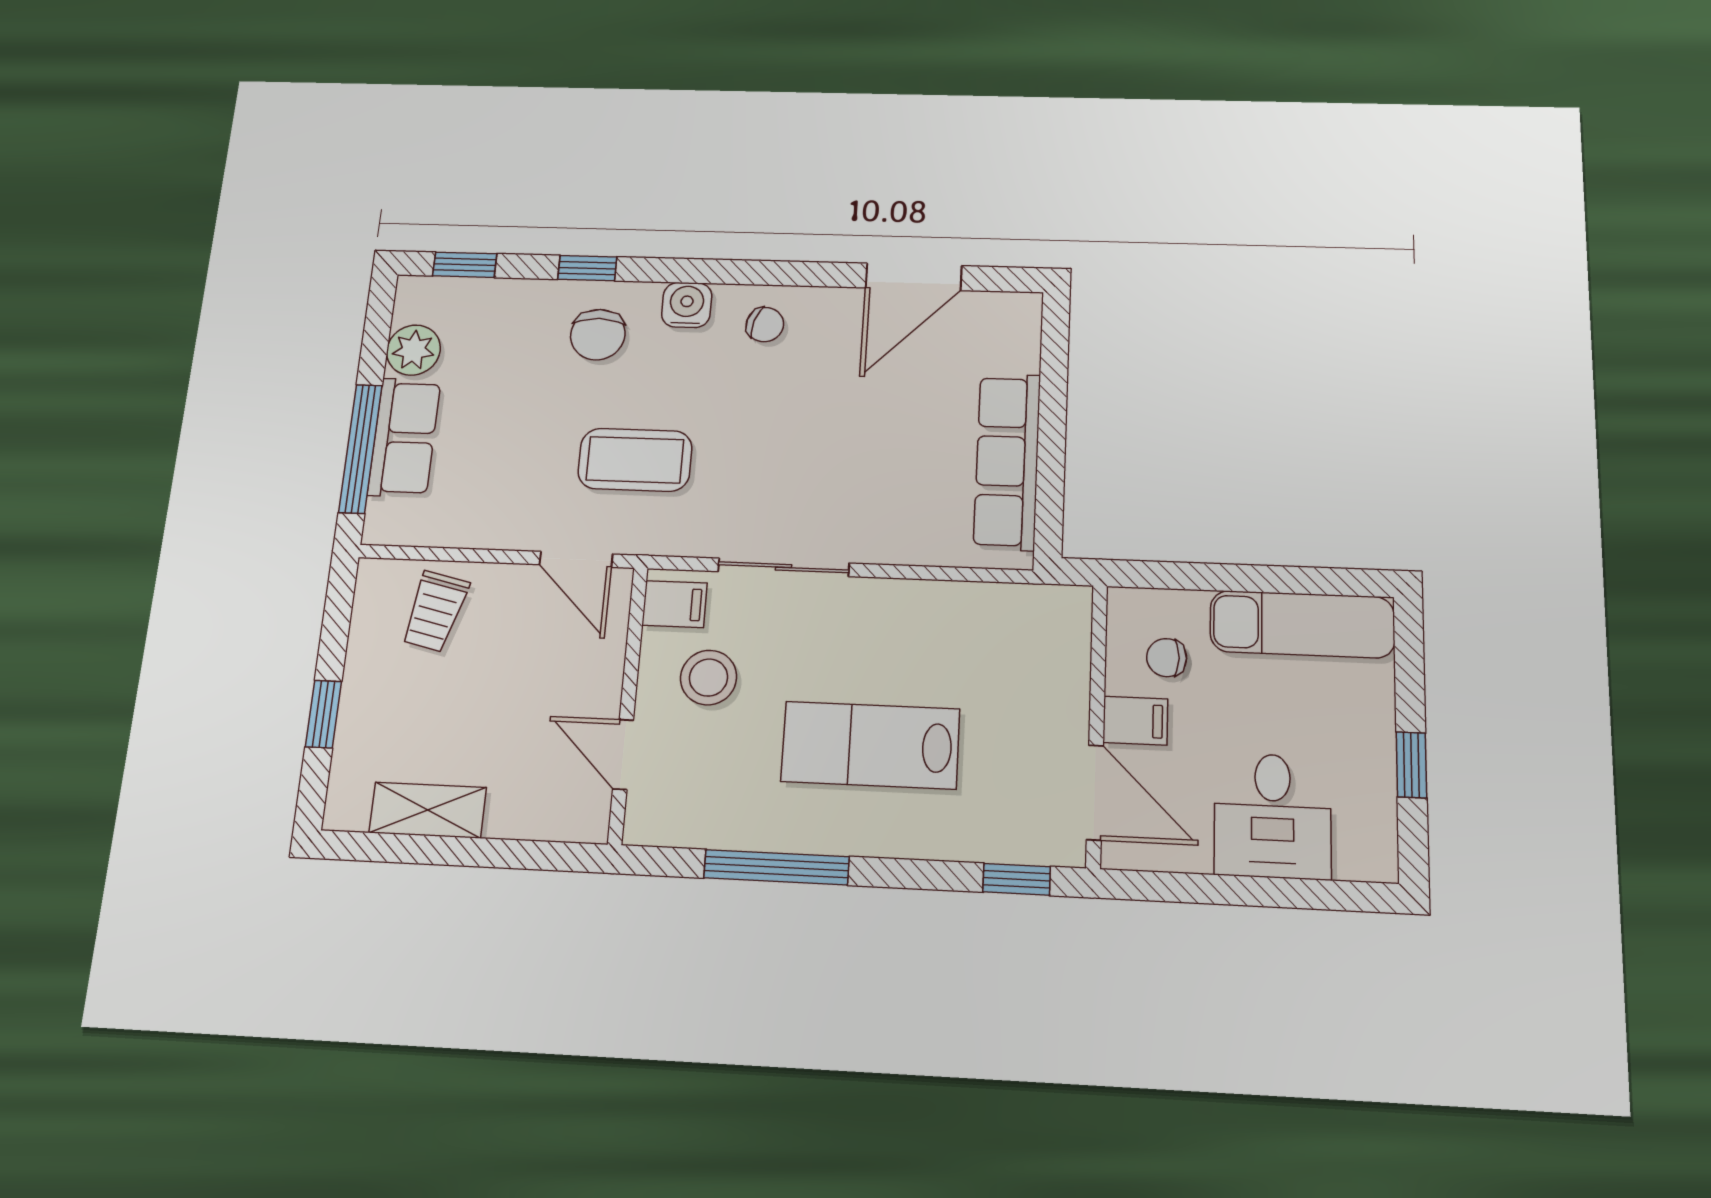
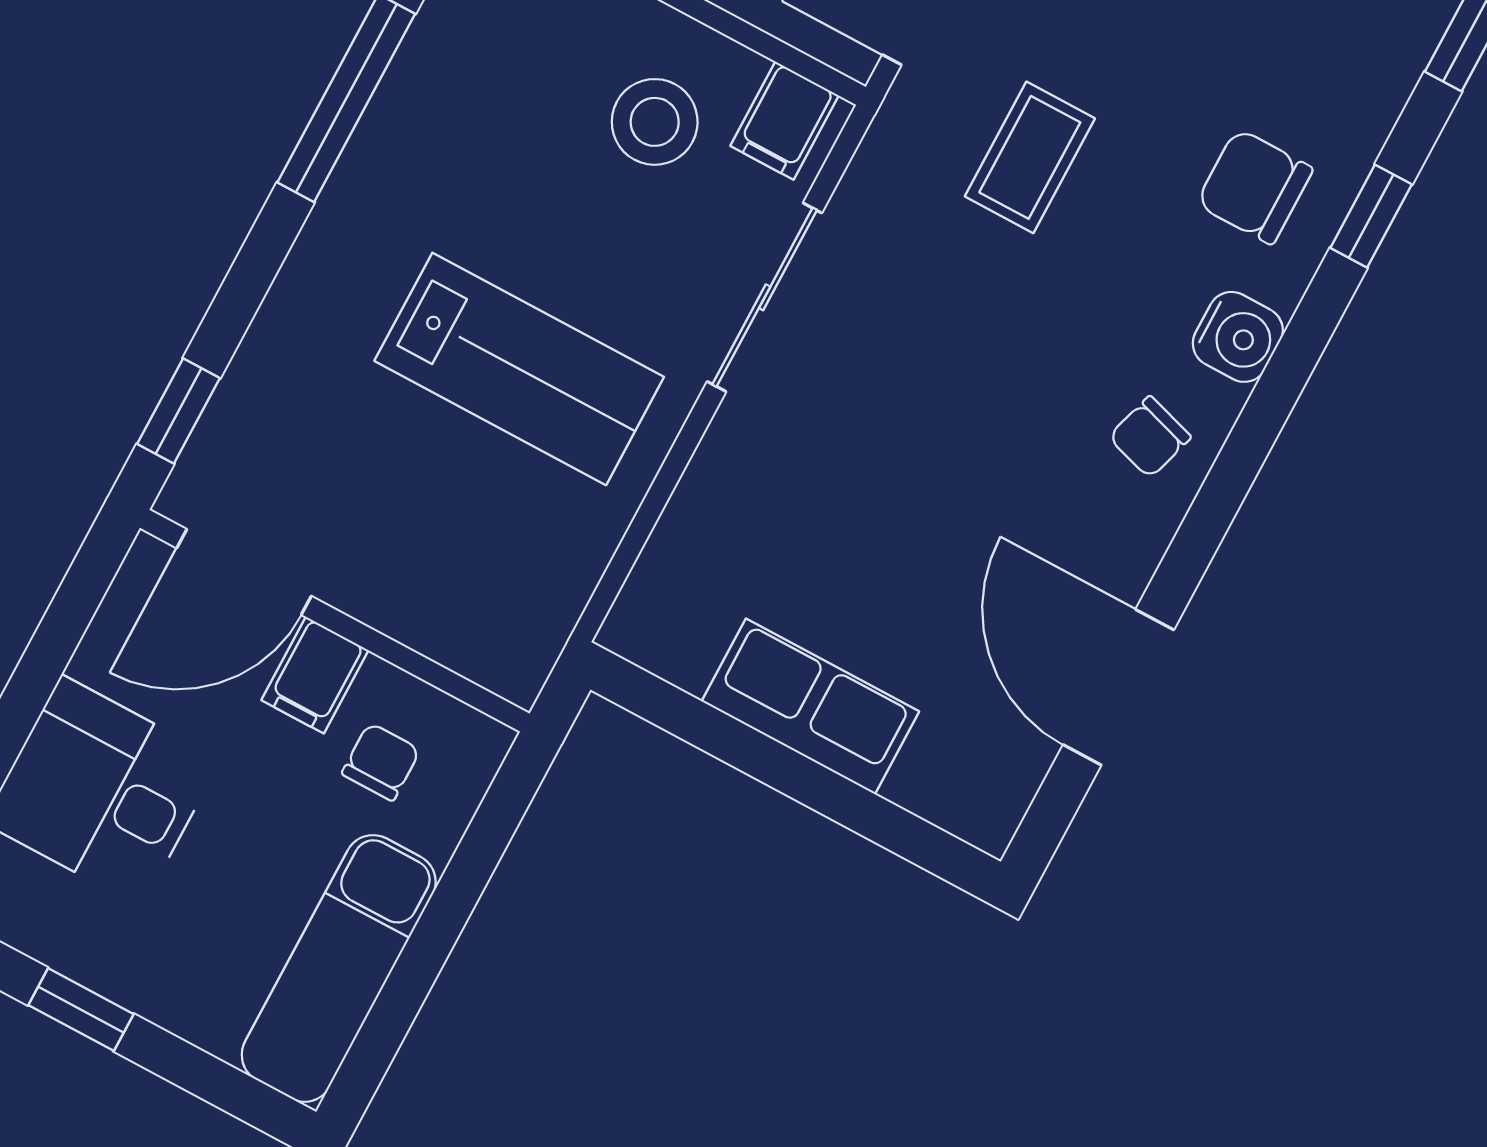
coffee table: (635, 460) -> (1030, 157), width x0.73, depth x0.77
row of seats: (1007, 461) -> (810, 706), width x0.68
lab bench: (870, 745) -> (519, 369), moved, turned 90

